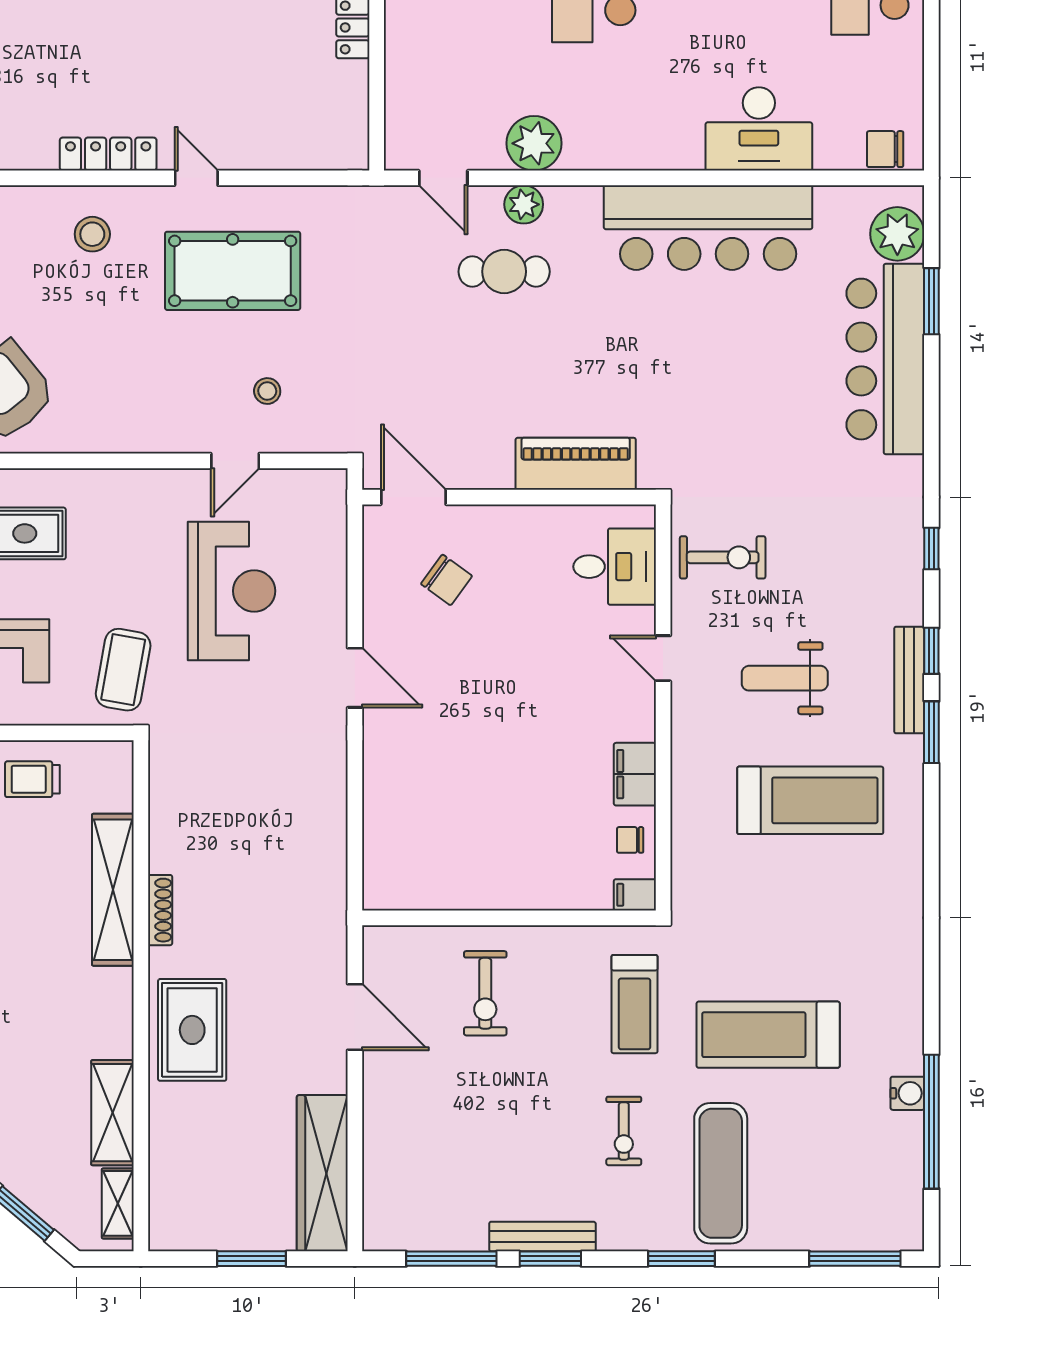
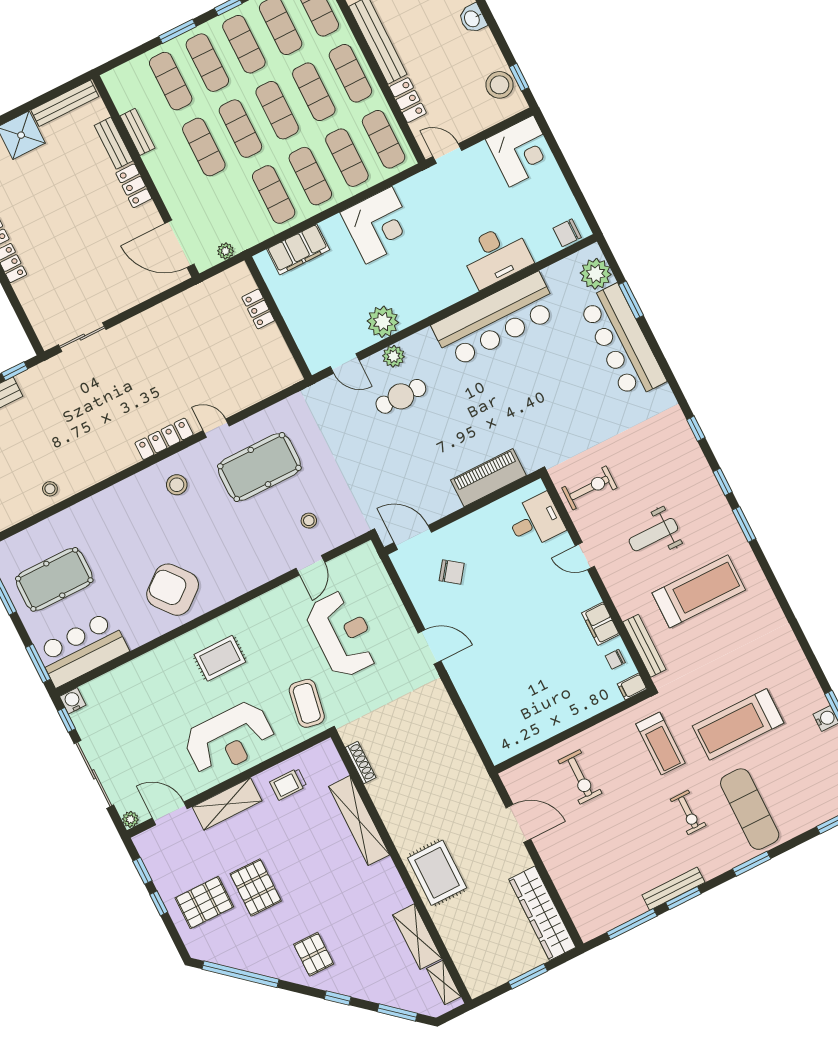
bench: (909, 680) -> (644, 646), moved
shoe rack: (160, 910) -> (361, 763), moved

